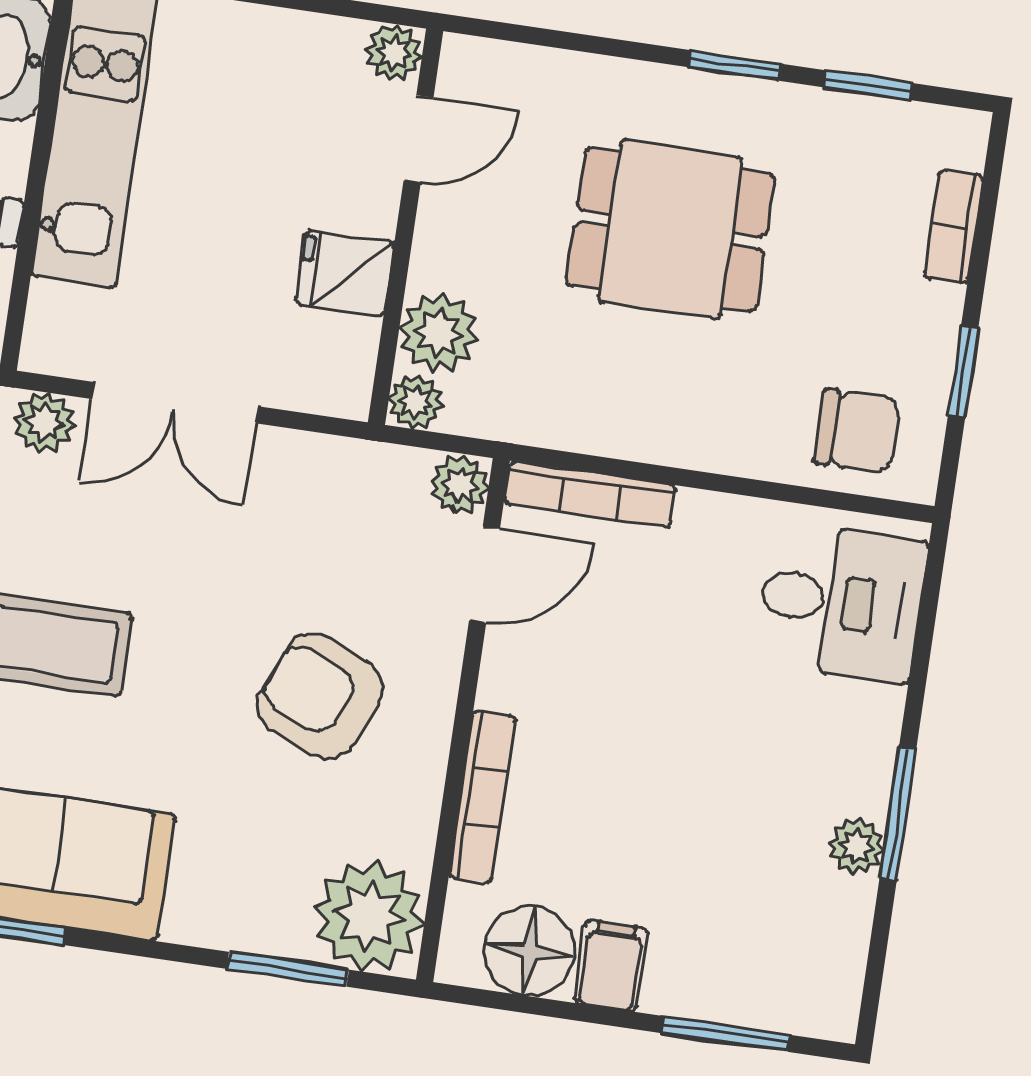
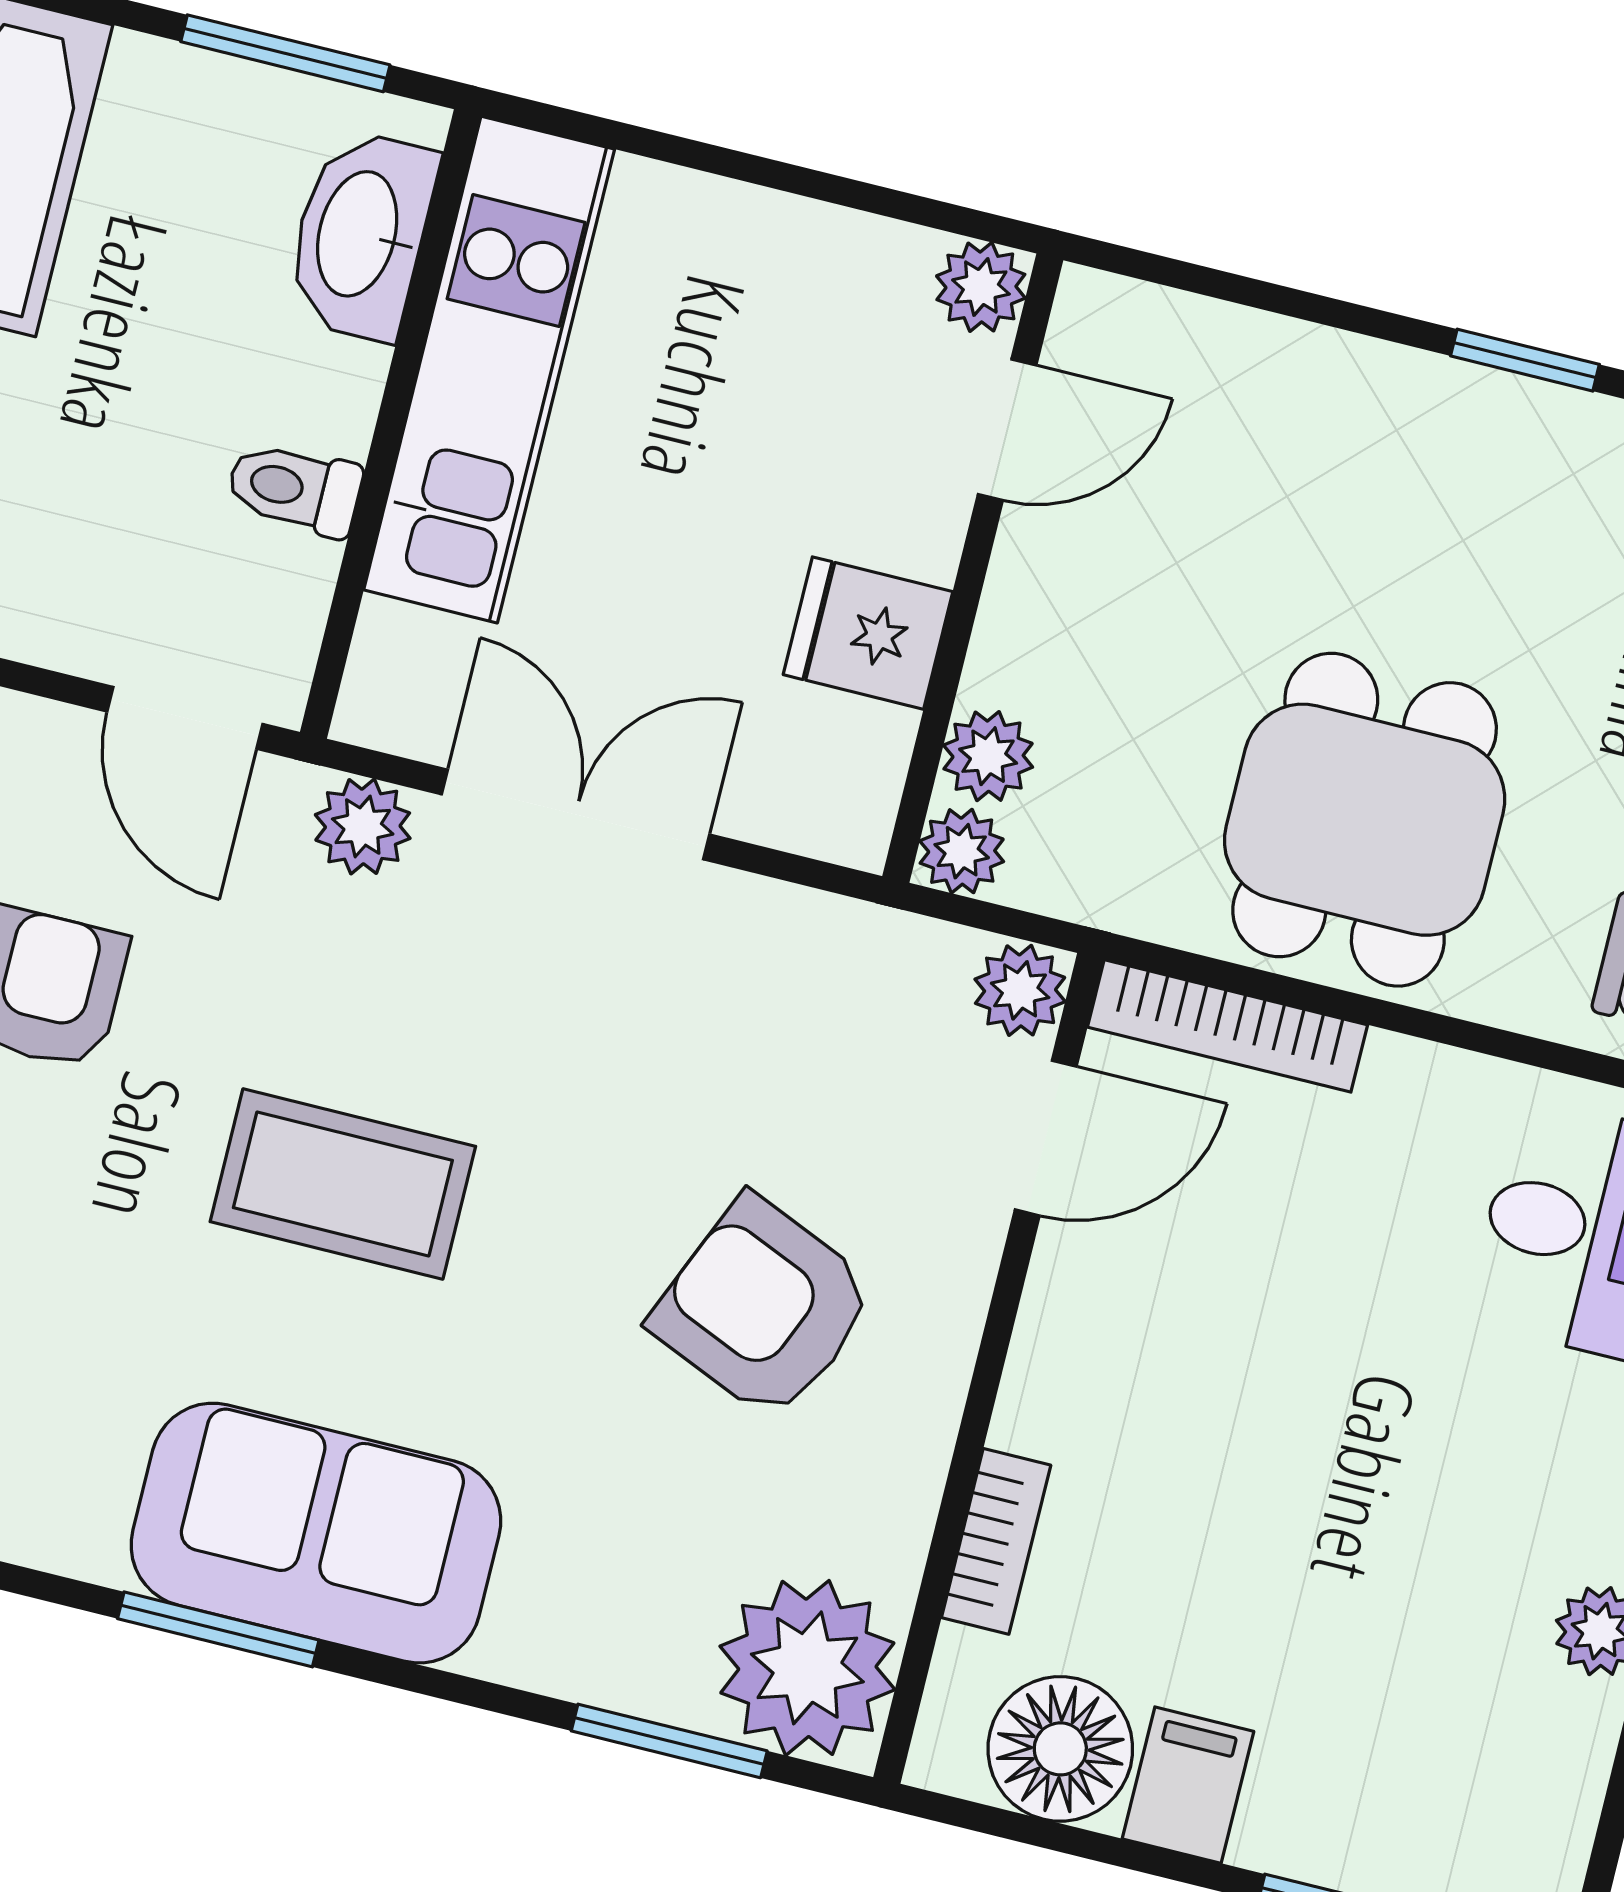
dining table: (670, 229) -> (1365, 820), moved, turned 90
plant: (438, 333) -> (988, 756), width x0.73, depth x0.73
double door: (175, 403) -> (576, 814), swing flipped
bookcase: (482, 796) -> (996, 1541), width x0.64

